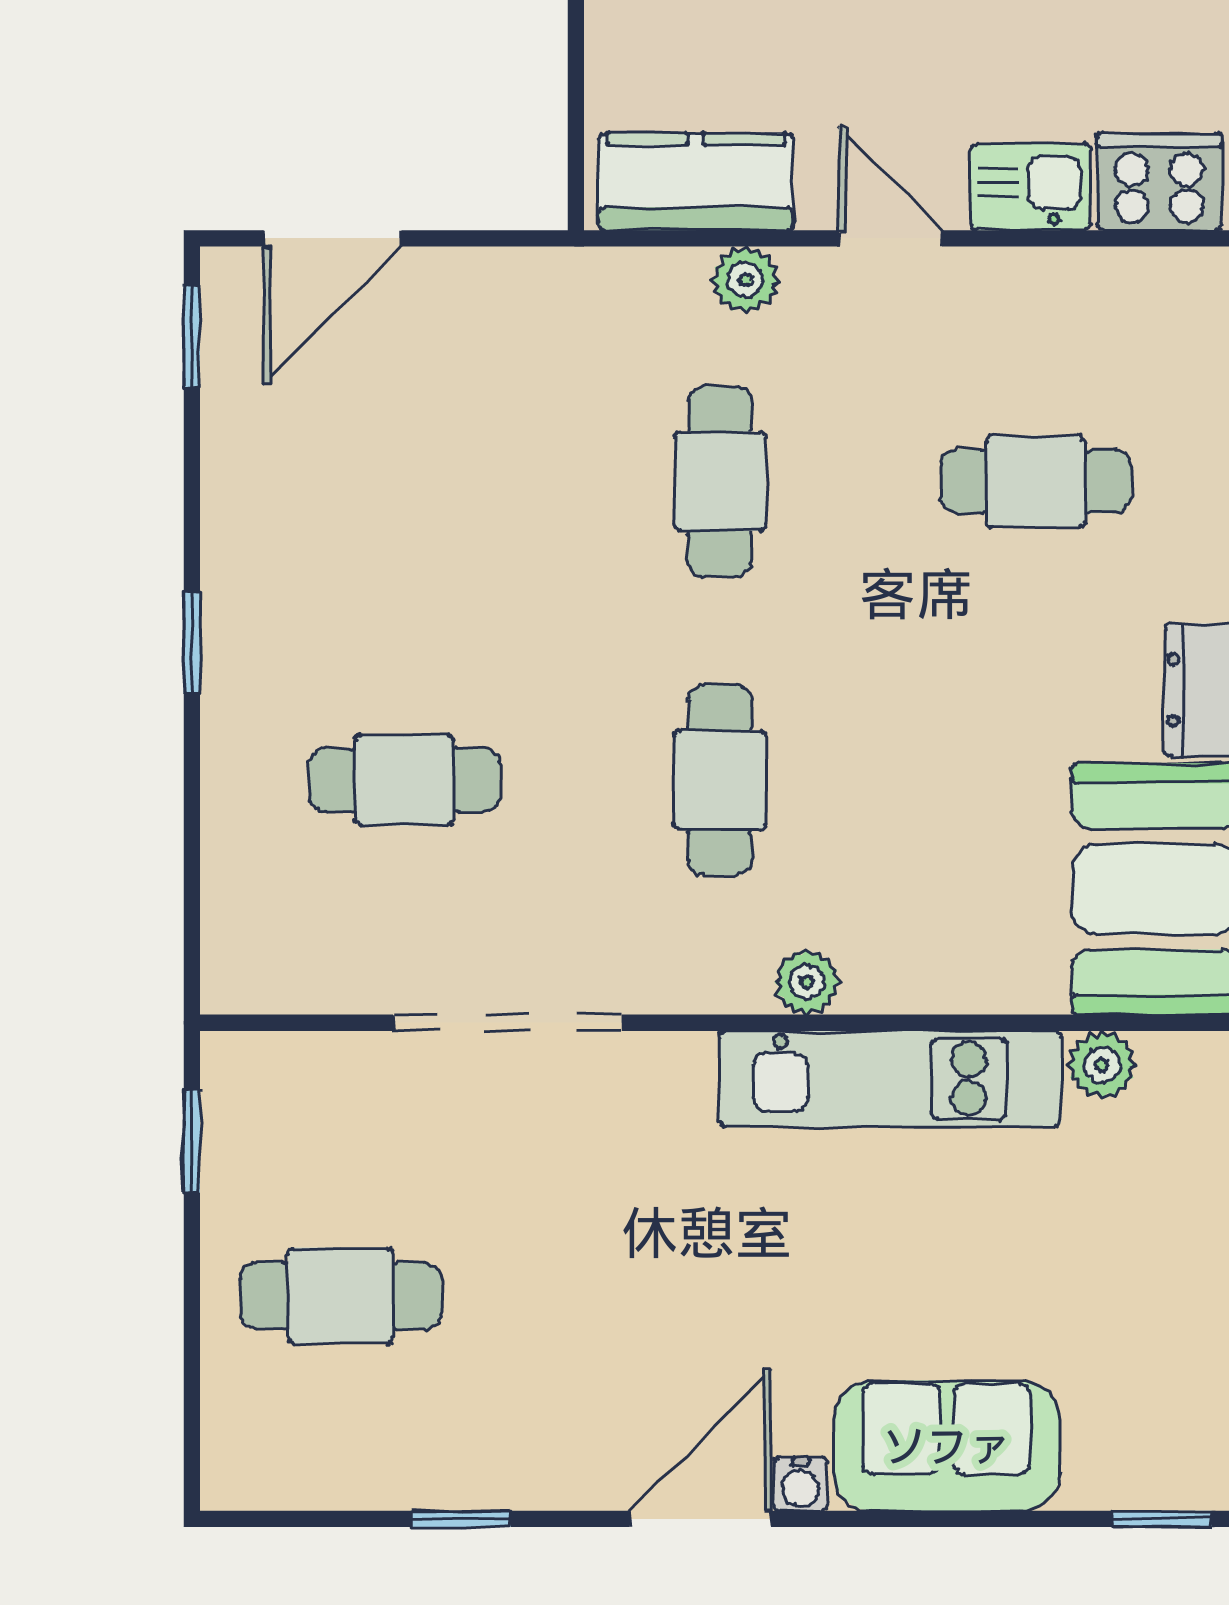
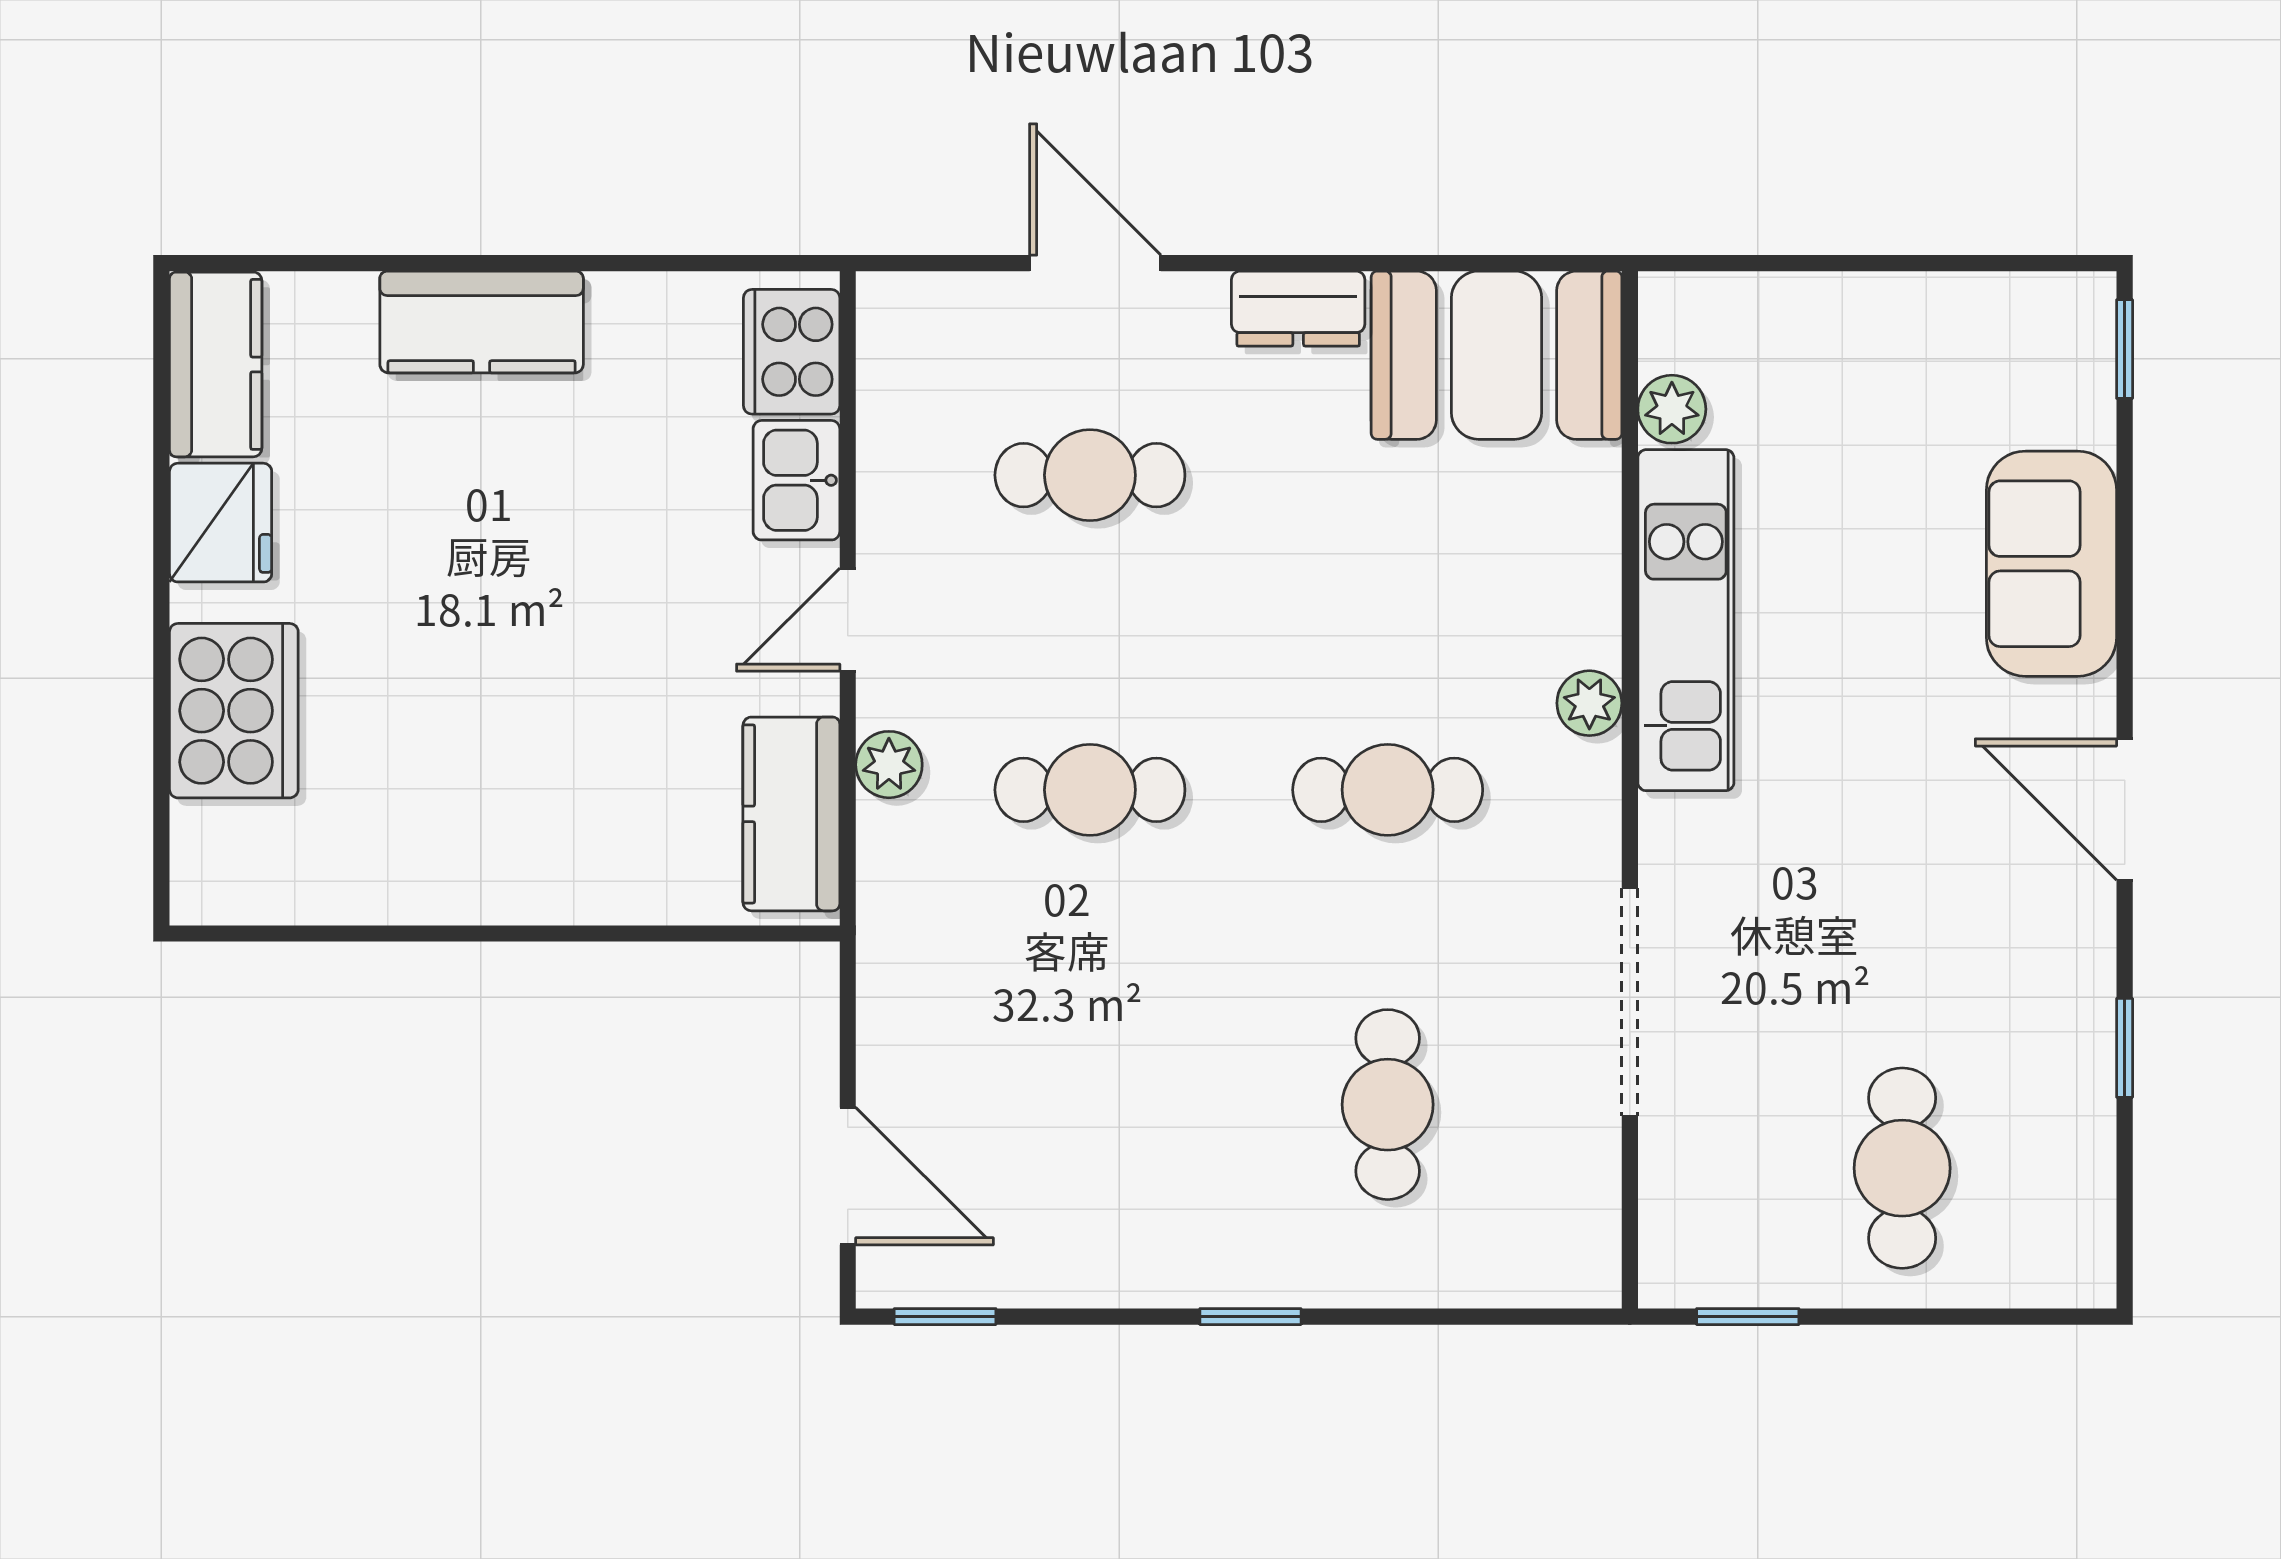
cafe table: (1036, 481) -> (1090, 475), turned 90
water cooler: (800, 1484) -> (2090, 710), removed

